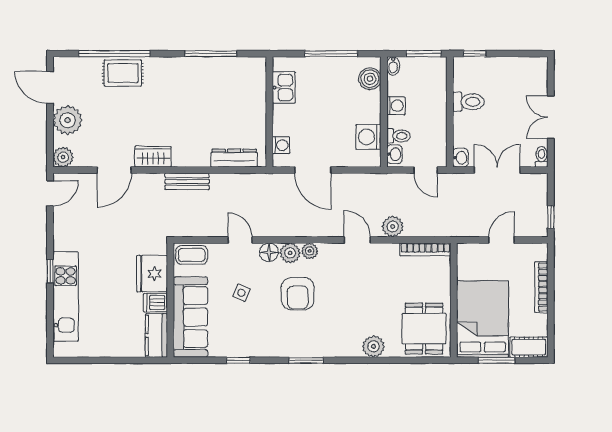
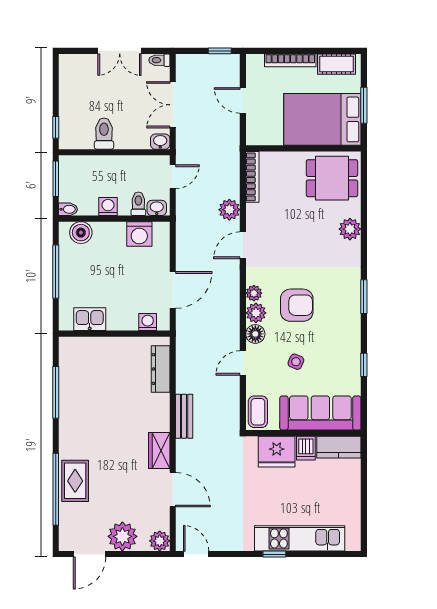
cot: (529, 347) -> (336, 64), moved, turned 90

